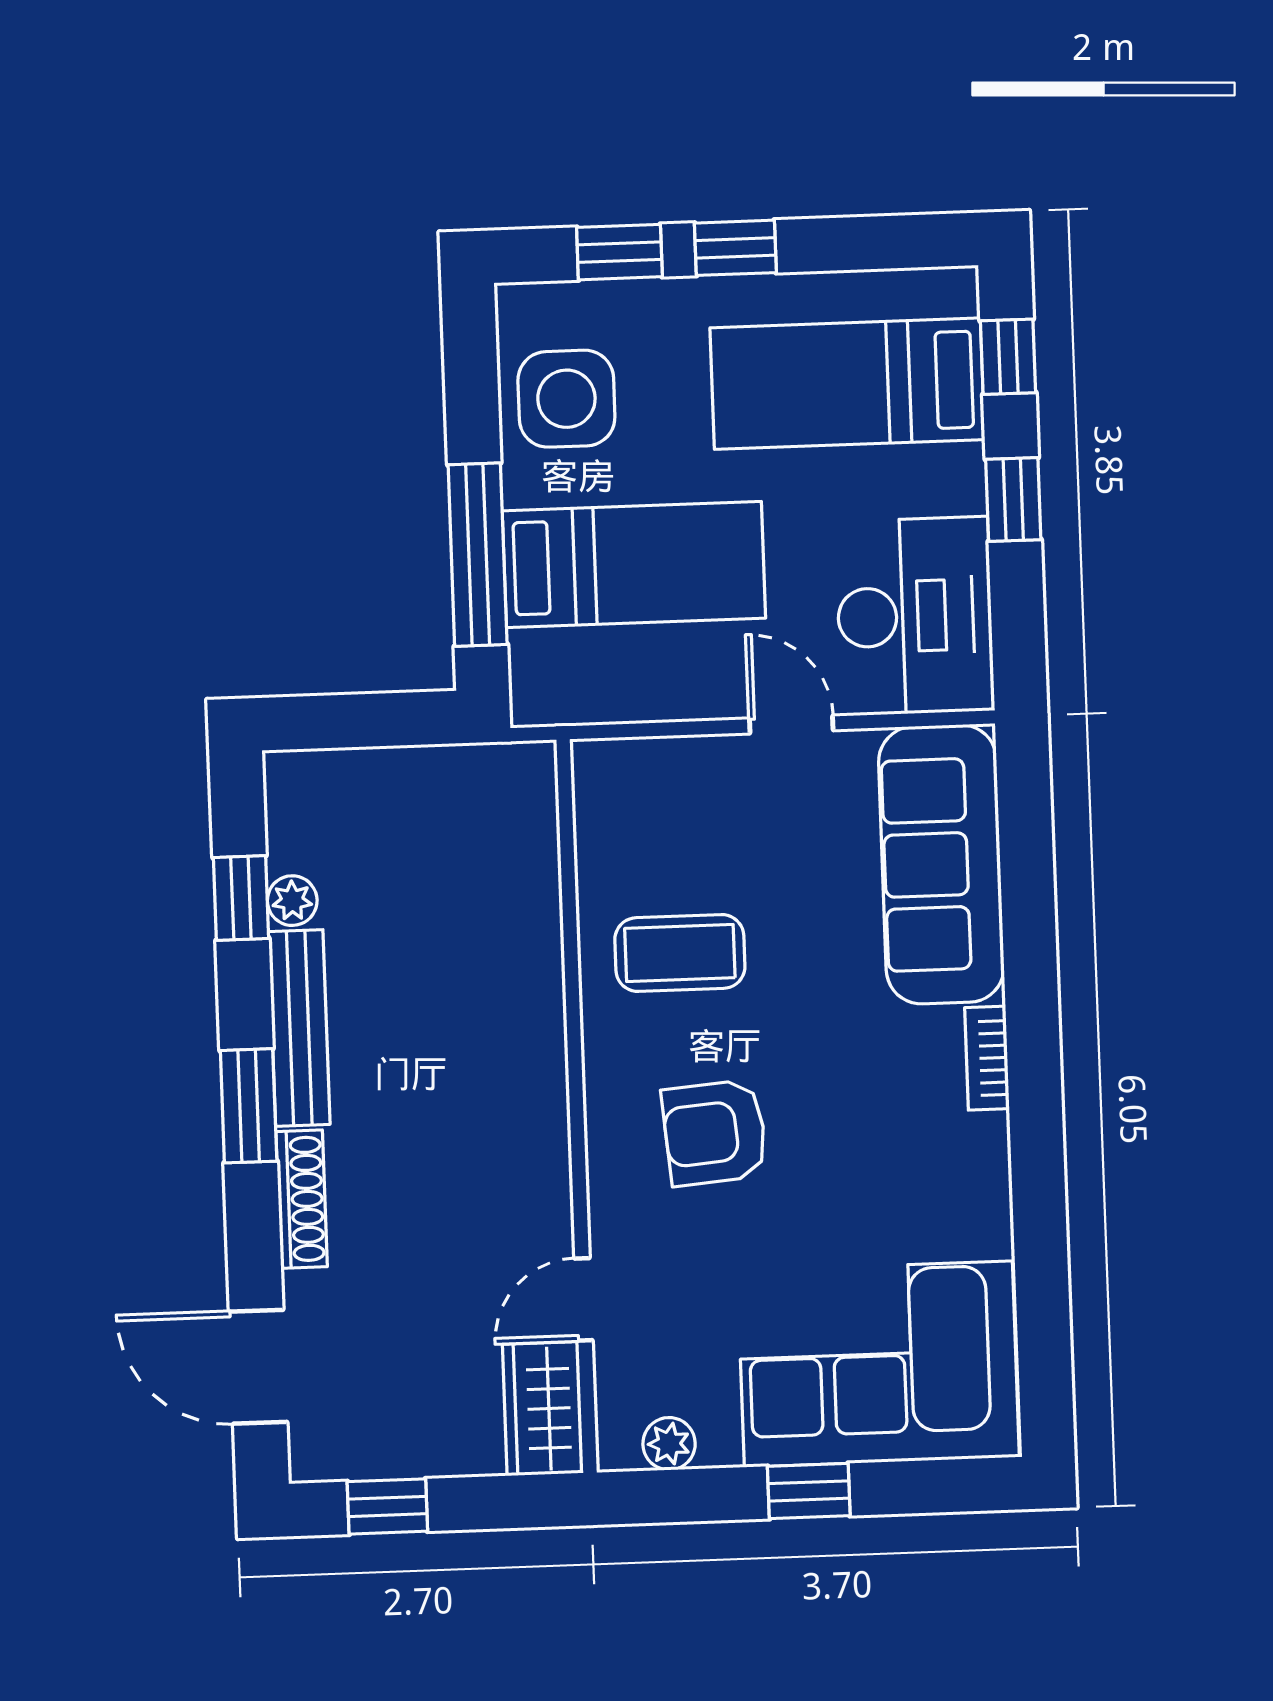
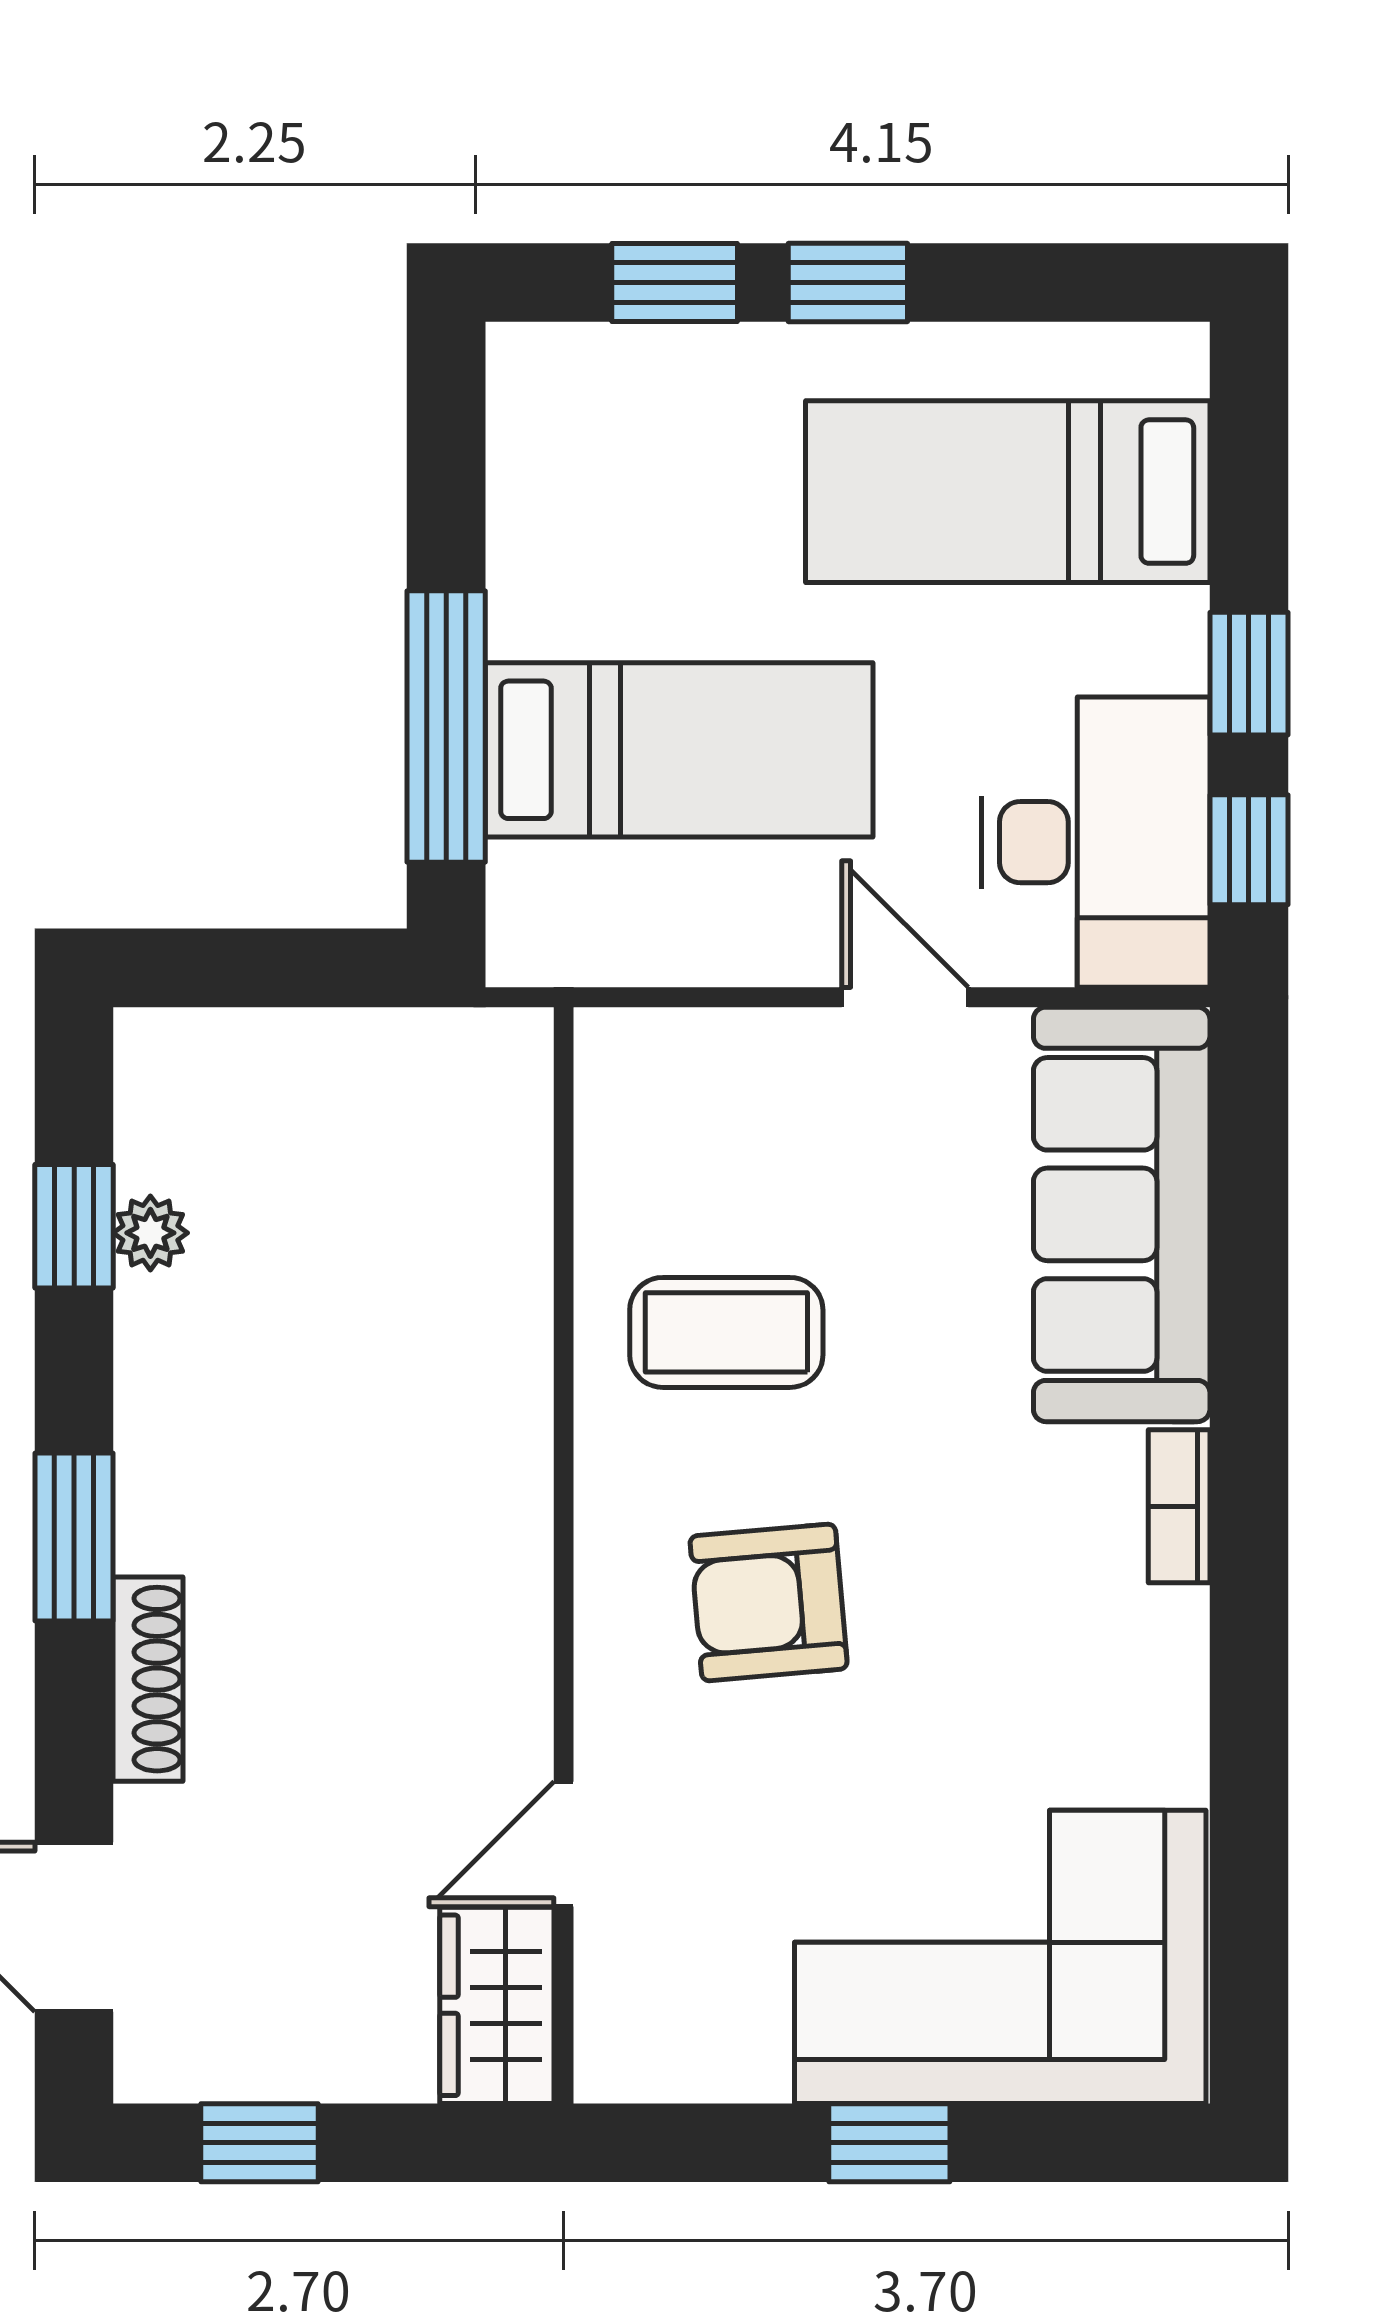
window: (1008, 357) -> (1249, 850), moved
side table: (566, 399) -> (587, 499), removed
bench: (299, 1028) -> (154, 1423), removed
plant: (669, 1444) -> (683, 2064), removed

